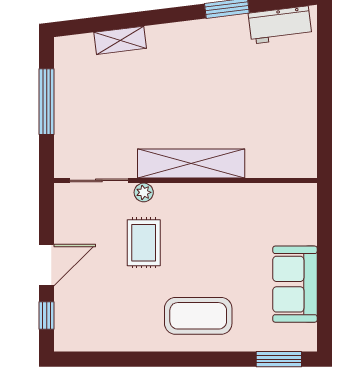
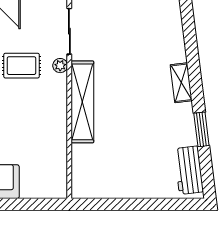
shelving: (120, 40) -> (181, 83), moved

